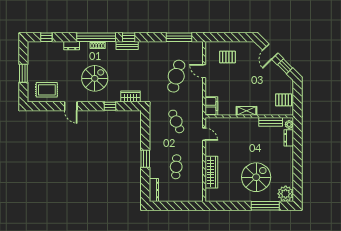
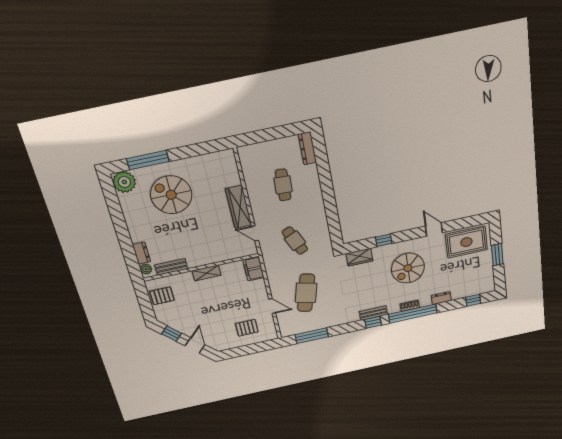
rug: (47, 90) -> (466, 242), width x1.36, depth x1.43
window: (145, 159) -> (327, 186), removed
wardrobe: (211, 172) -> (239, 207), moved
spiral stairs: (256, 177) -> (171, 195), turned 90

